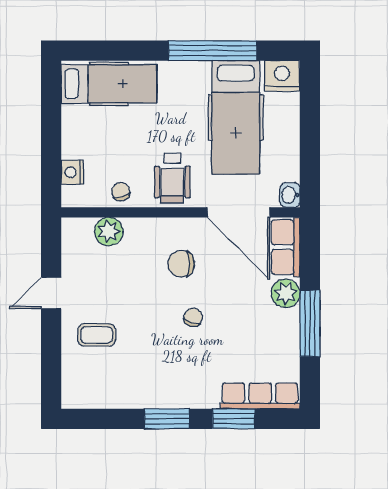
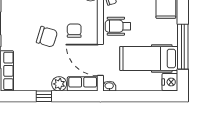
door: (239, 212) -> (100, 60), hinge flipped
chair: (193, 317) -> (47, 37), width x1.87, depth x1.87
window: (310, 323) -> (44, 96), width x0.46

